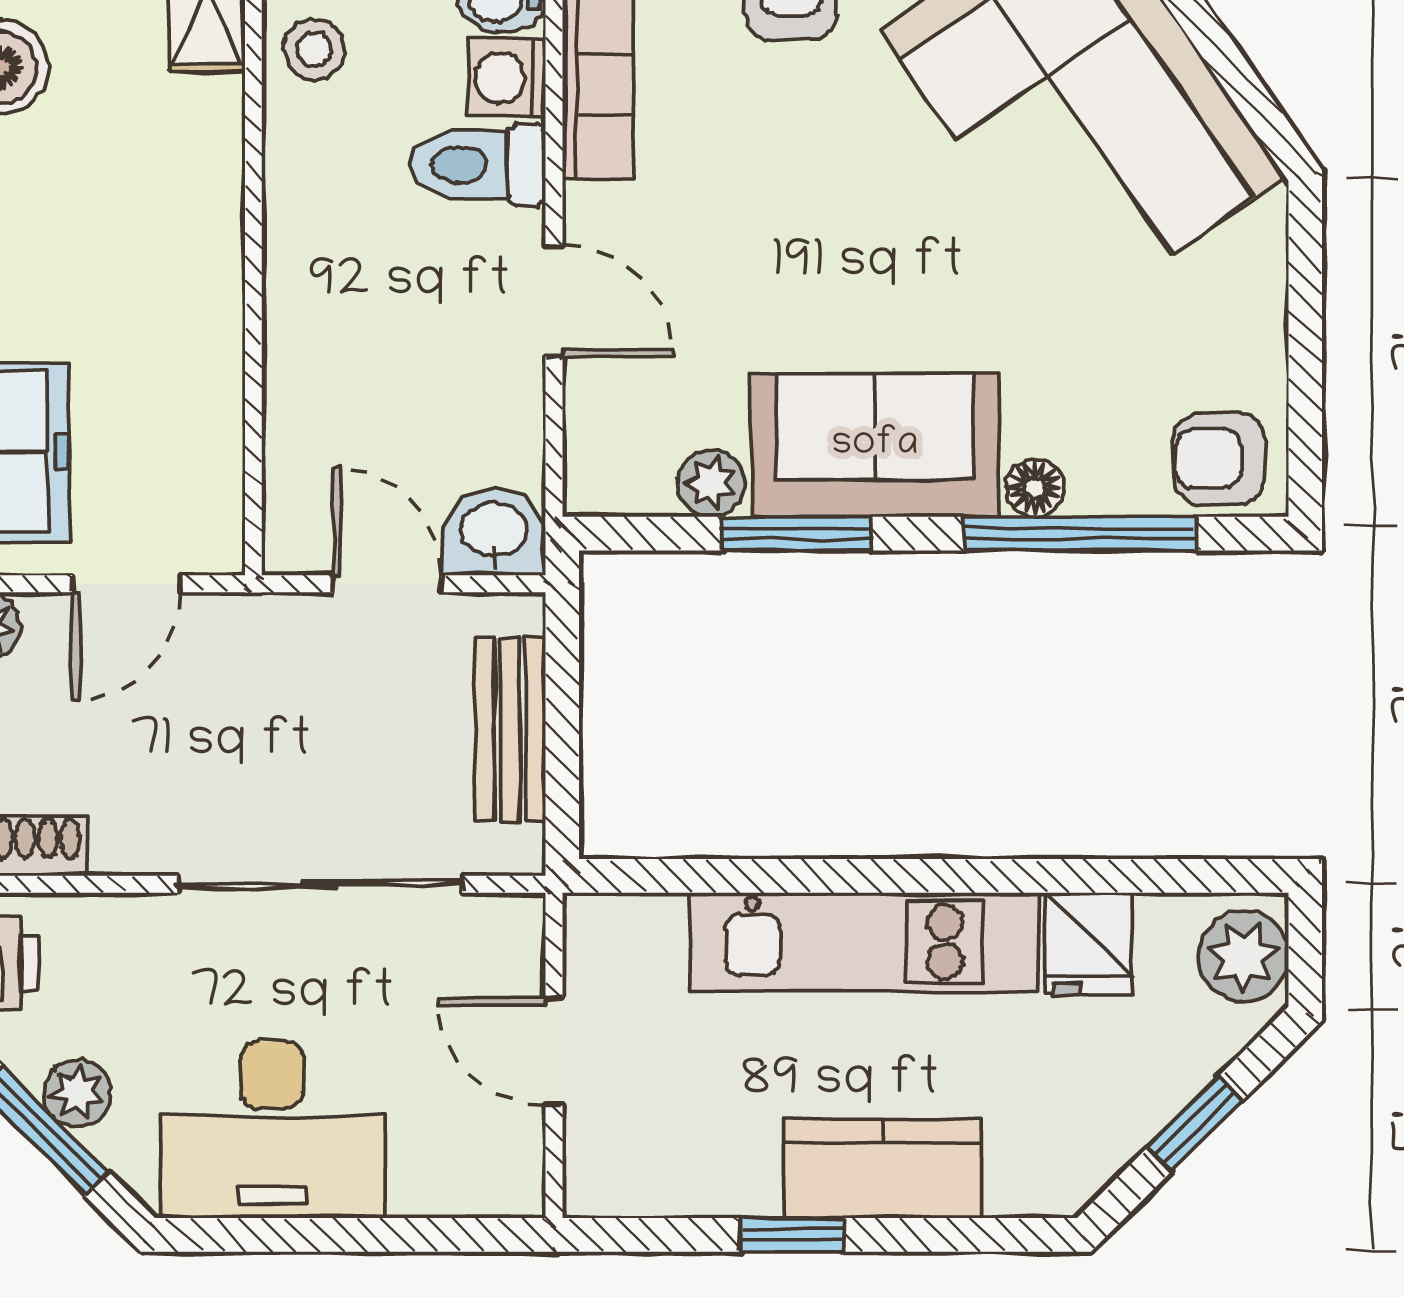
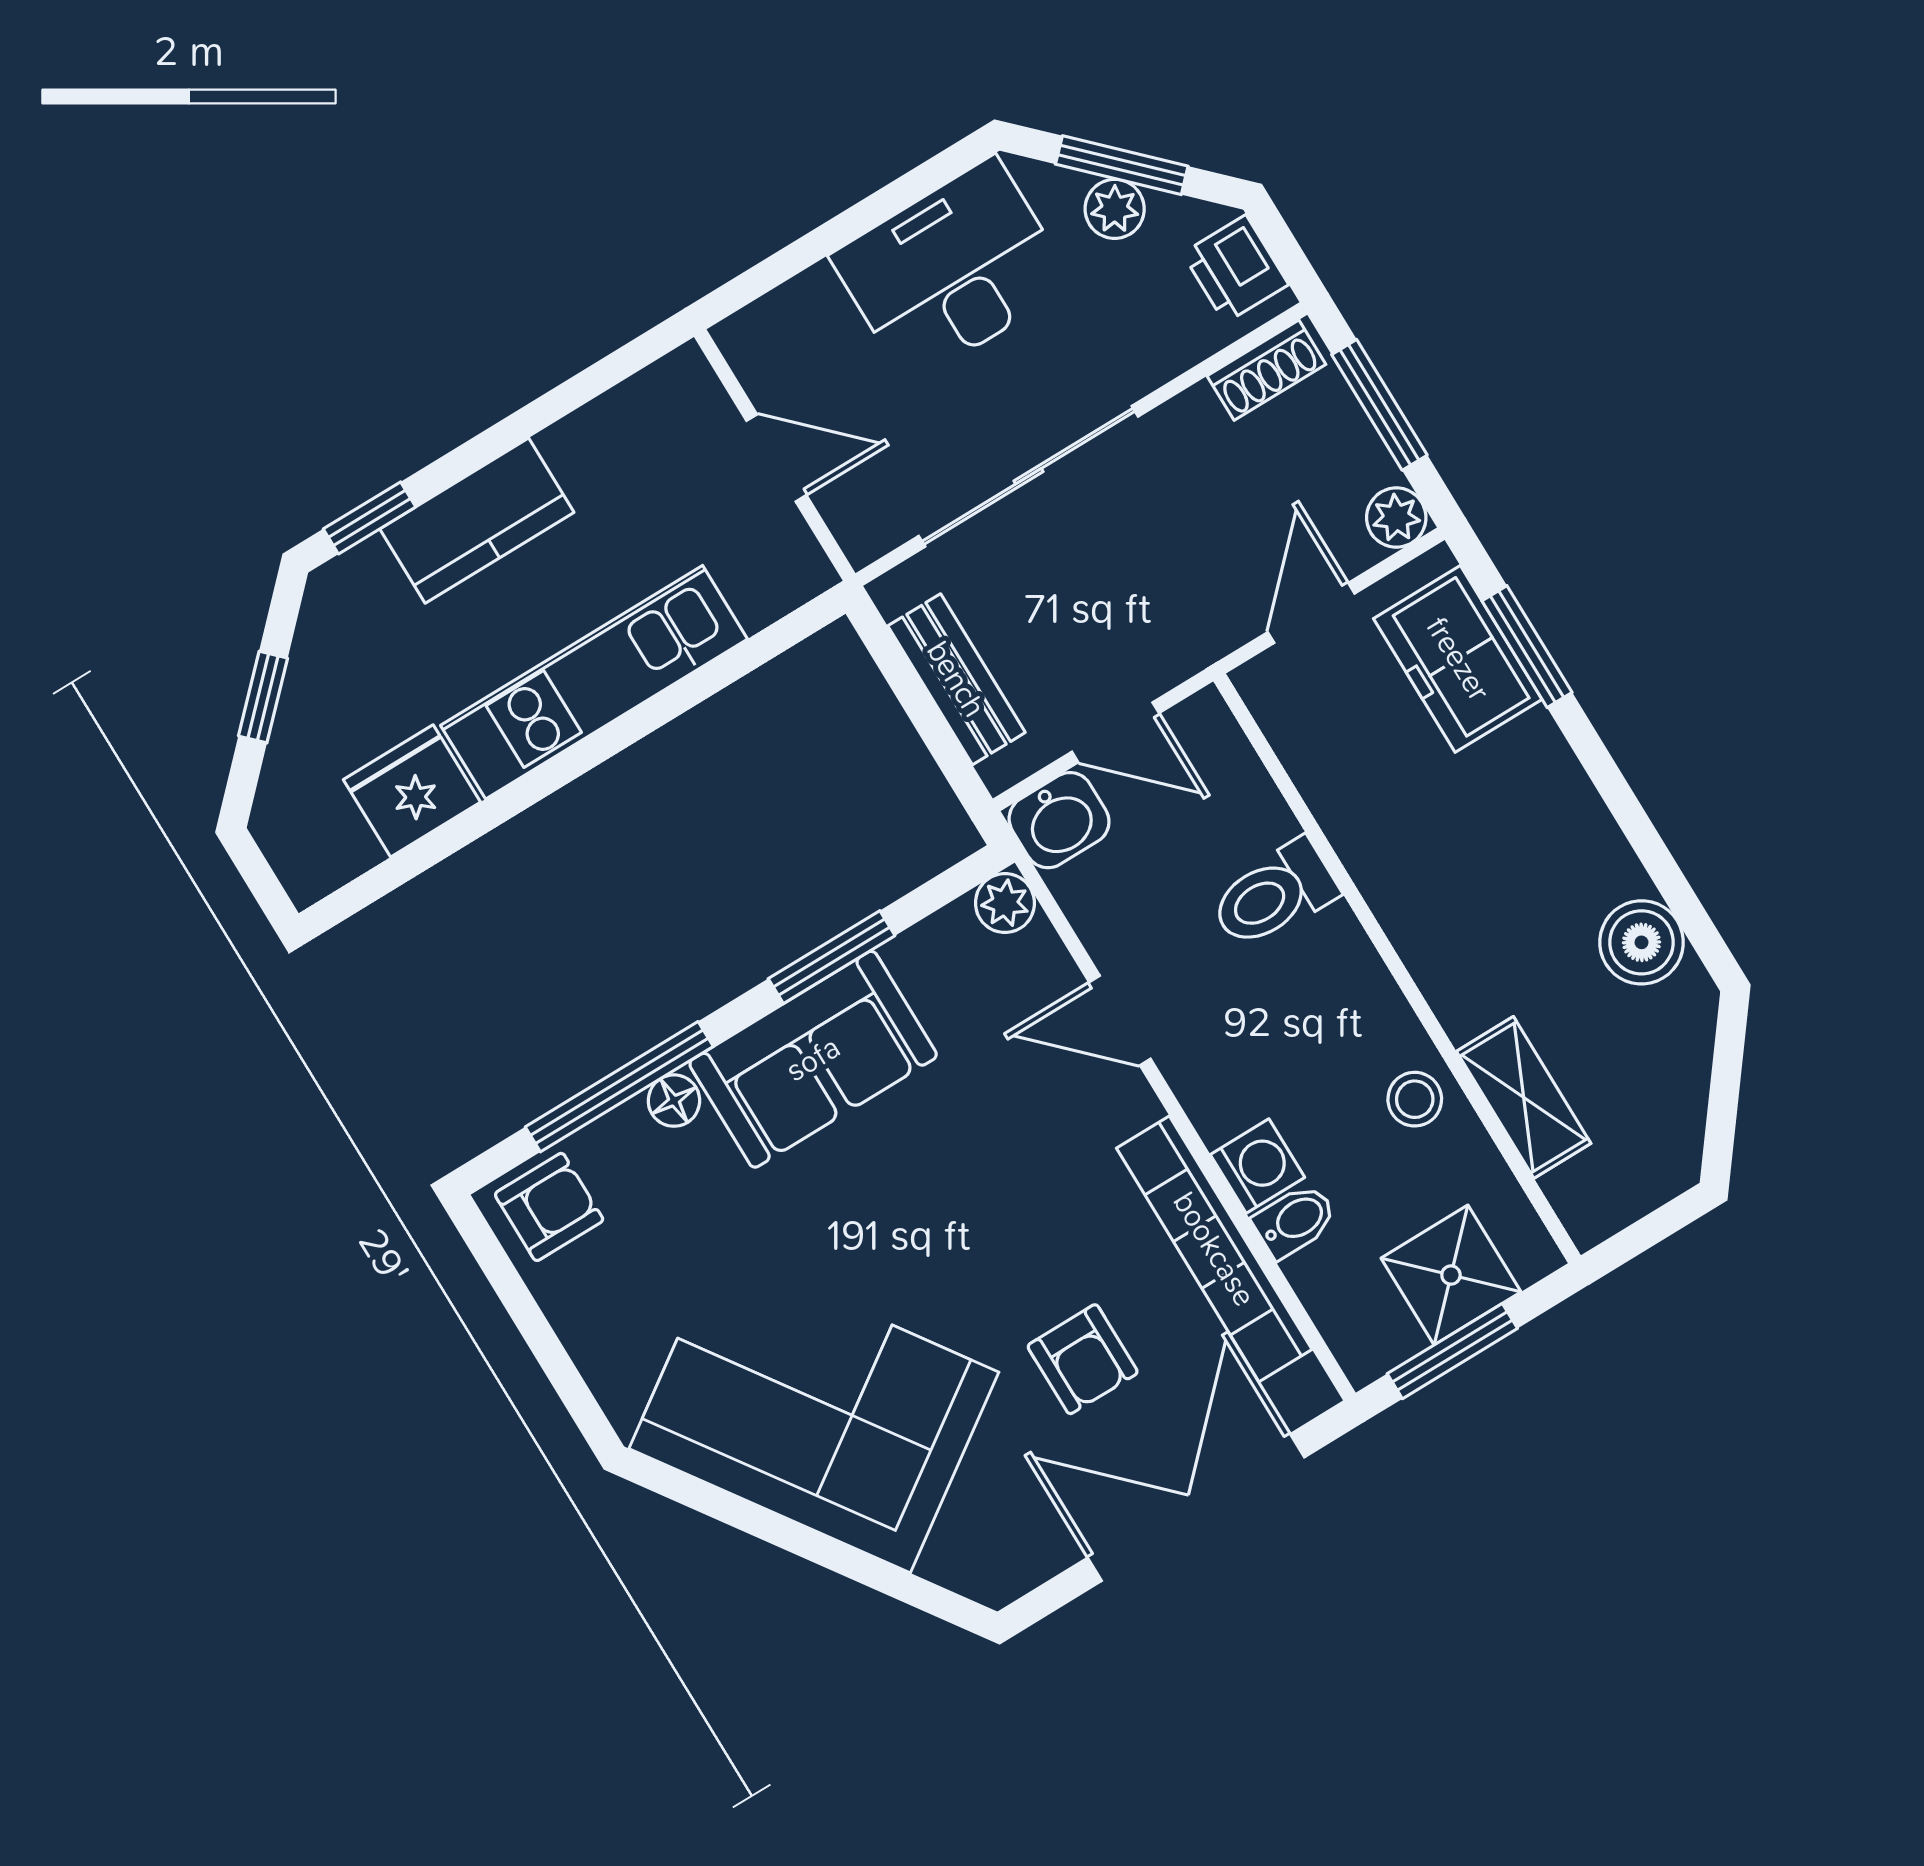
toilet: (478, 165) -> (1274, 894), moved, turned 180
plant: (711, 483) -> (1005, 903), moved
fridge: (1089, 944) -> (412, 791), width x1.38
plant: (1243, 957) -> (303, 845), removed
window: (792, 1235) -> (369, 518), moved

